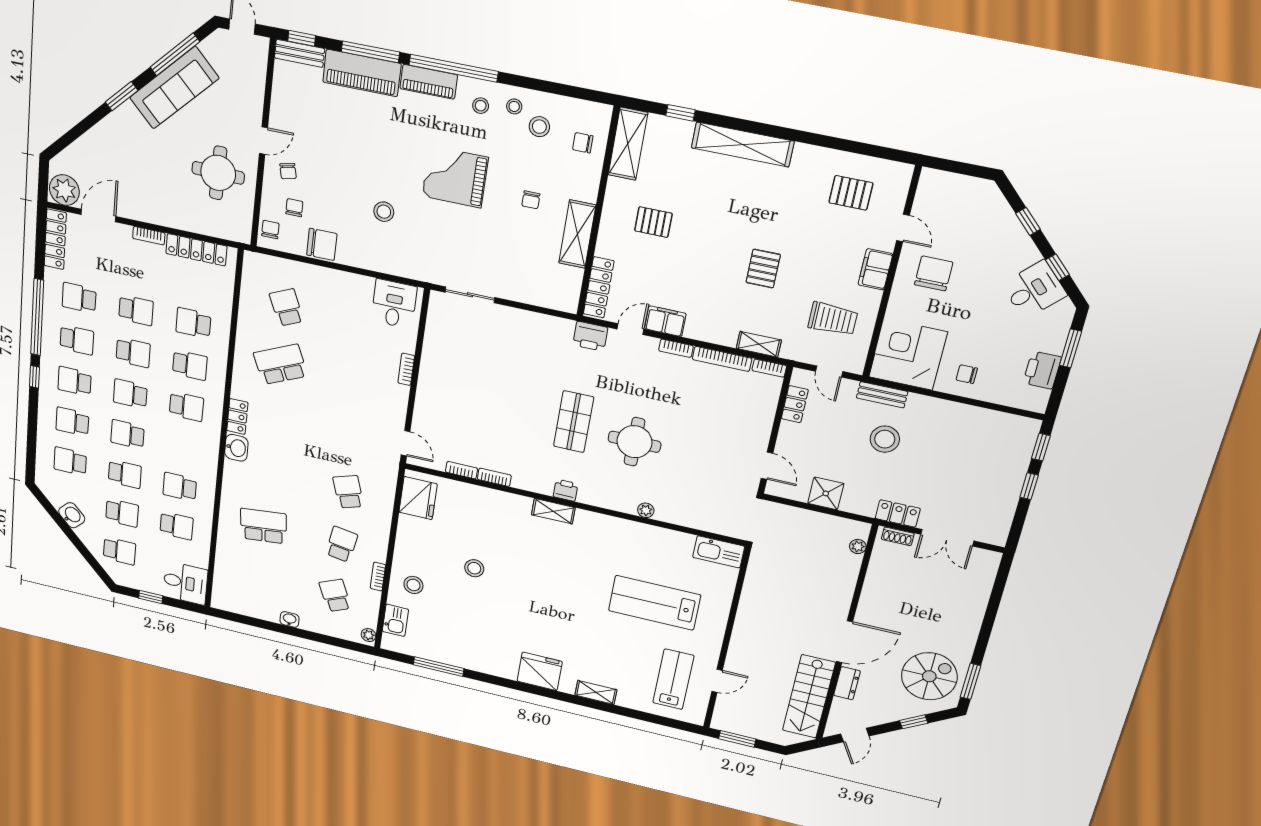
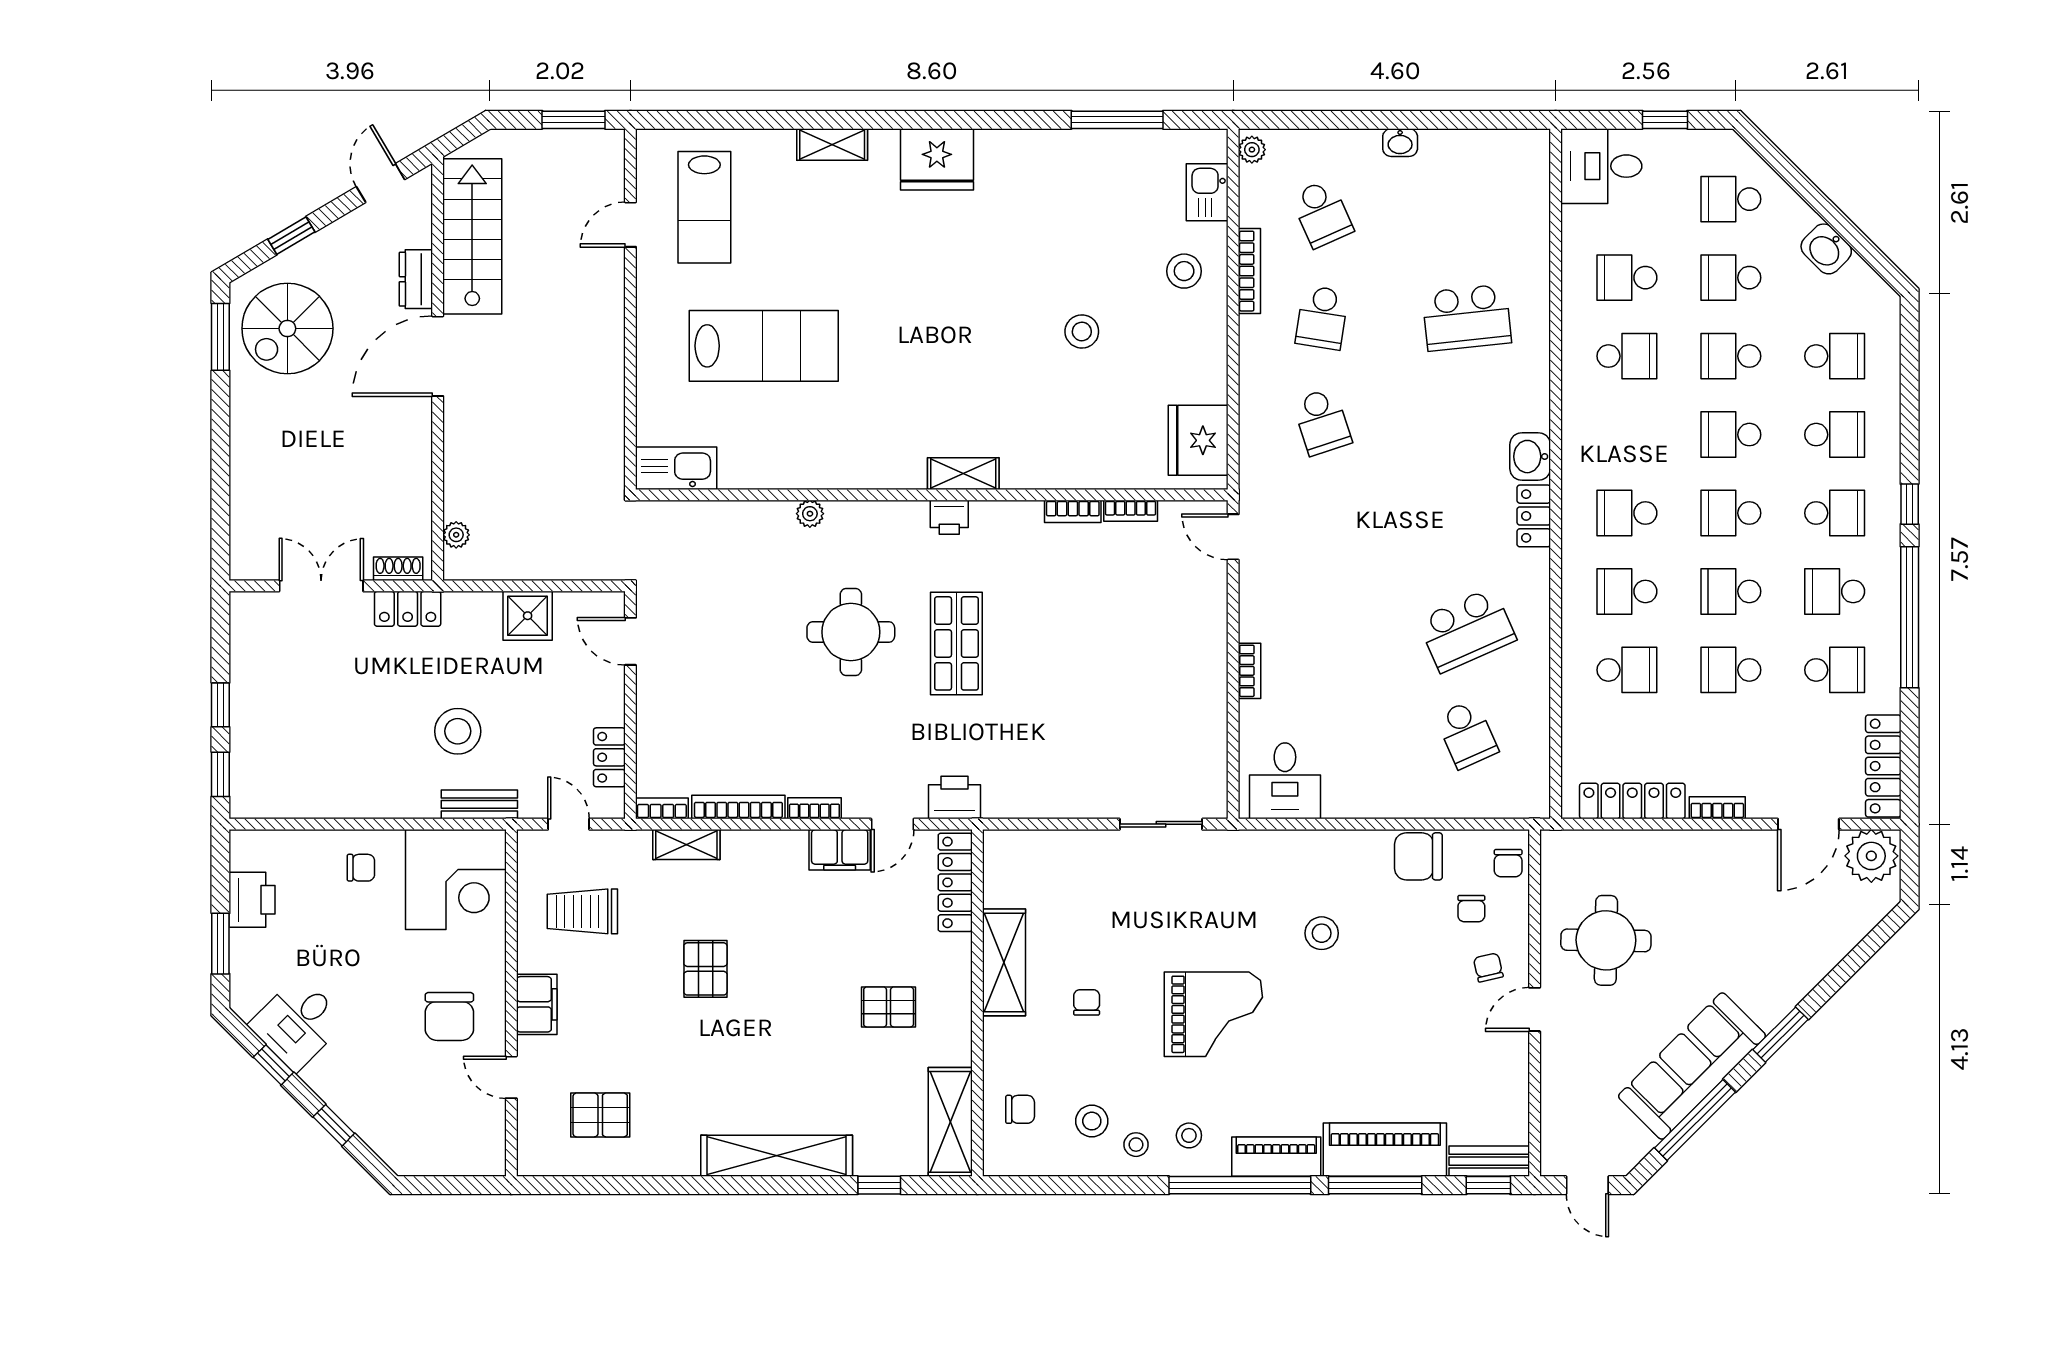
school desk: (130, 394) -> (1731, 513), turned 180
school desk: (127, 434) -> (1731, 435), turned 180
bookcase: (378, 577) -> (1249, 271), width x1.56

